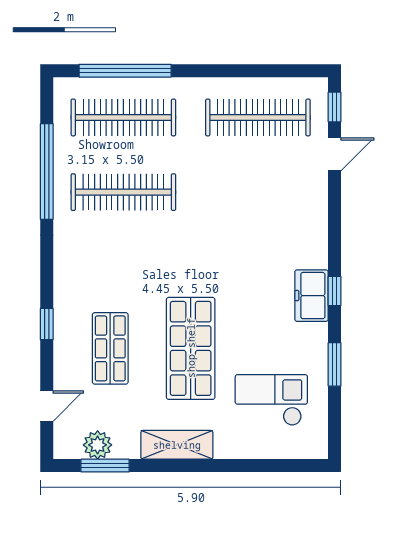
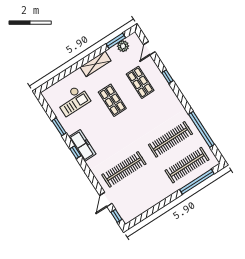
clothes rail: (258, 117) -> (124, 169), moved
freezer: (312, 296) -> (82, 145), width x1.40
shop shelf: (191, 348) -> (112, 100), width x0.70, depth x0.74

